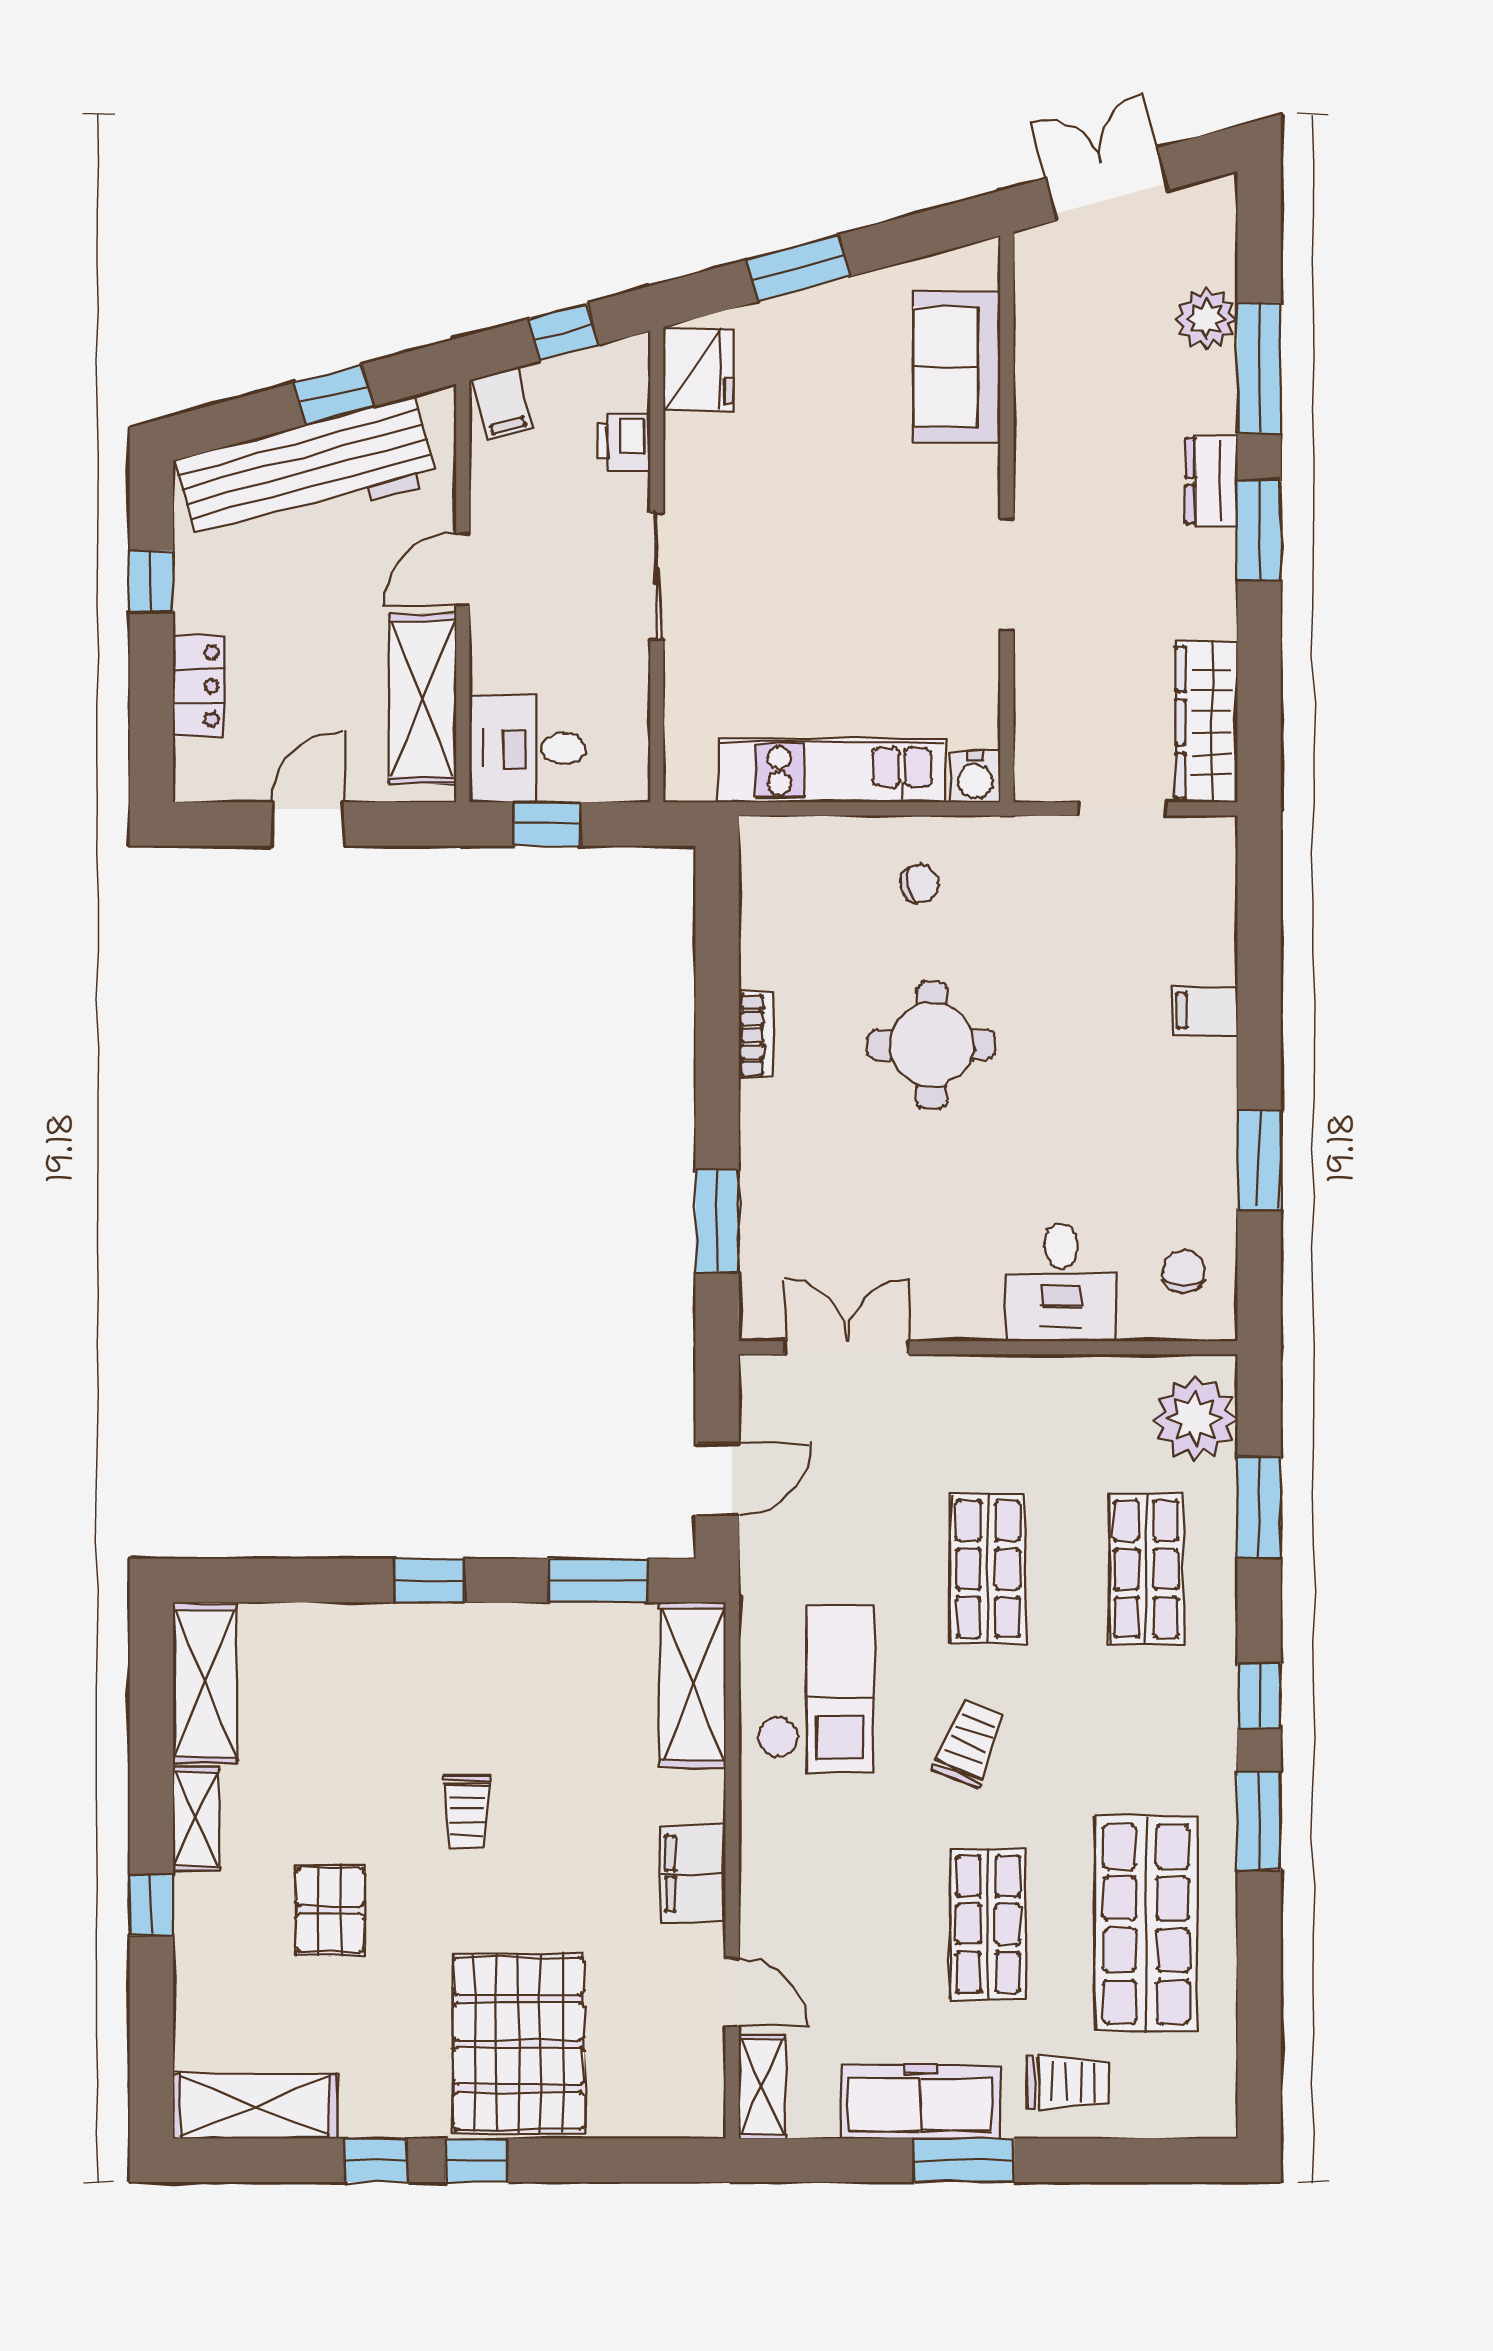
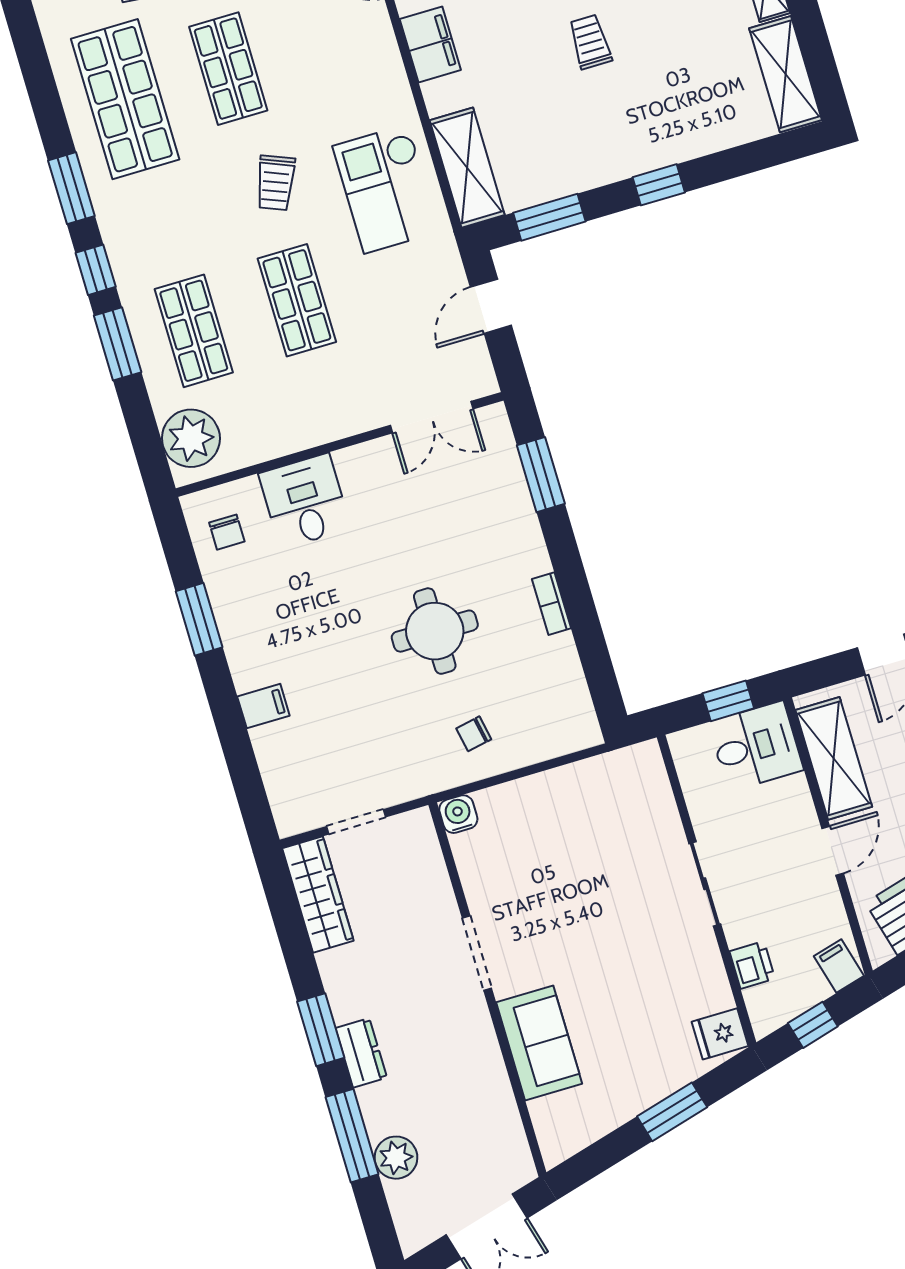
sofa: (957, 367) -> (539, 1043), moved
fridge: (698, 369) -> (720, 1034), width x0.72
kitchen unit: (832, 770) -> (553, 791), removed
window: (1259, 1507) -> (118, 344), moved

